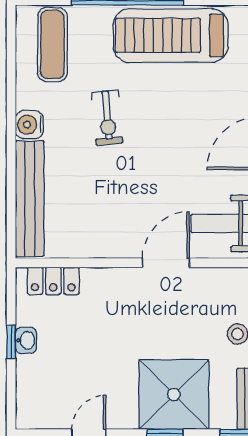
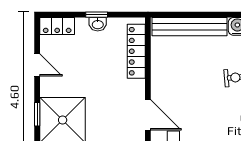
locker: (53, 281) -> (136, 51), width x1.53
locker: (29, 403) -> (57, 26), added

